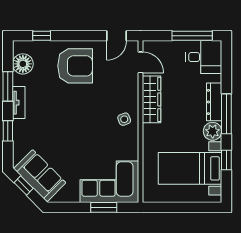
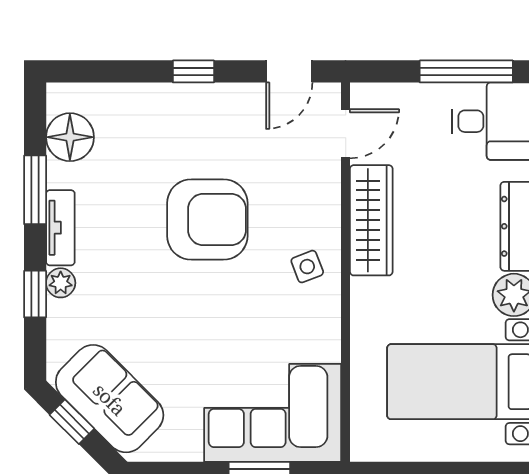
window: (42, 36) -> (193, 71), moved
door: (141, 62) -> (346, 134), hinge flipped
armchair: (75, 66) -> (207, 220), moved
plant: (19, 126) -> (61, 283), added

